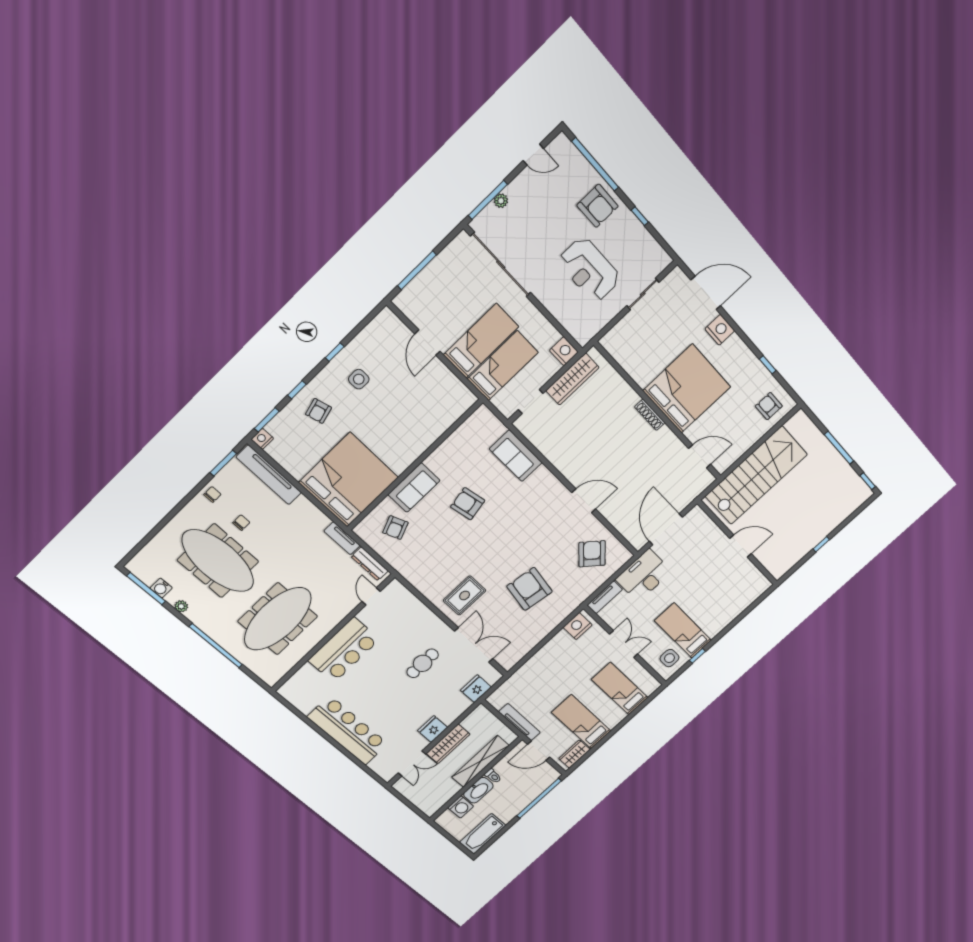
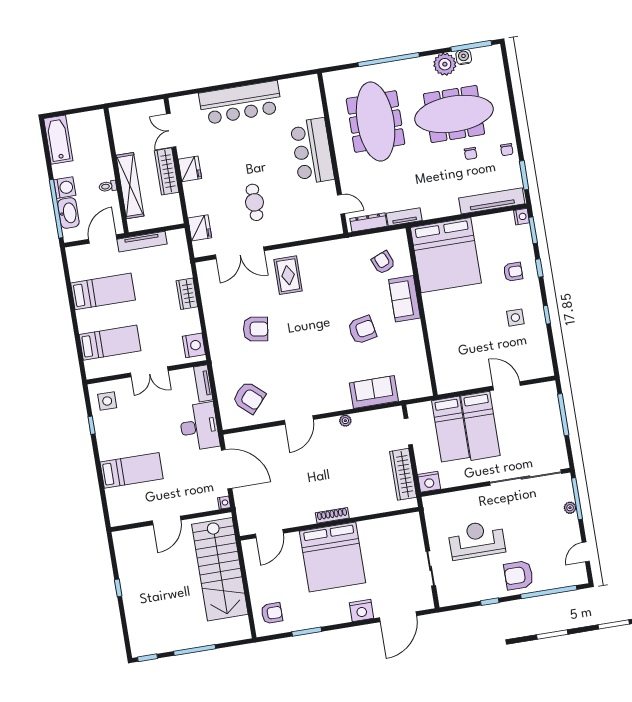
window: (768, 365) -> (307, 632), width x1.50
armchair: (319, 411) -> (513, 272), turned 105
plant: (558, 462) -> (345, 421), added
nightstand: (696, 511) -> (224, 503), added
armchair: (530, 589) -> (256, 329), width x0.73, depth x0.73
plant: (181, 606) -> (445, 64), width x1.88, depth x1.88
bed: (683, 631) -> (132, 470), moved
wardrobe: (574, 754) -> (187, 294), moved, turned 180
washbasin: (478, 790) -> (68, 213), moved, turned 180
washing machine: (461, 807) -> (65, 188), moved, turned 180

